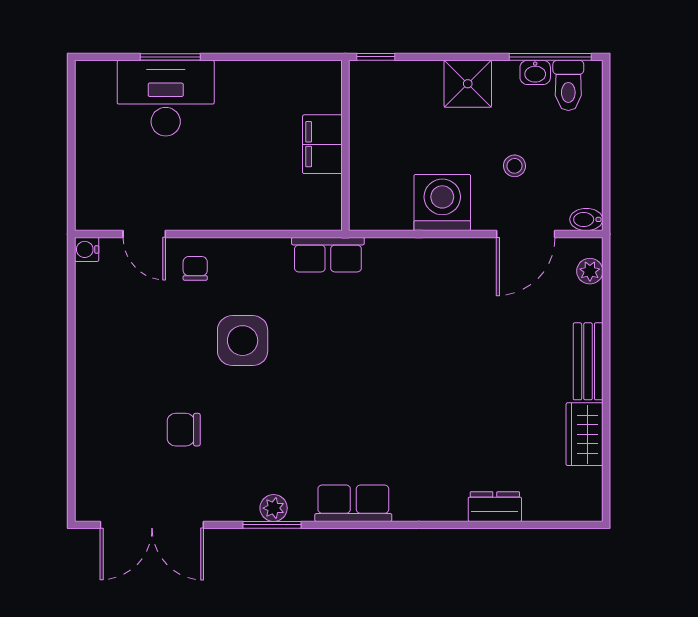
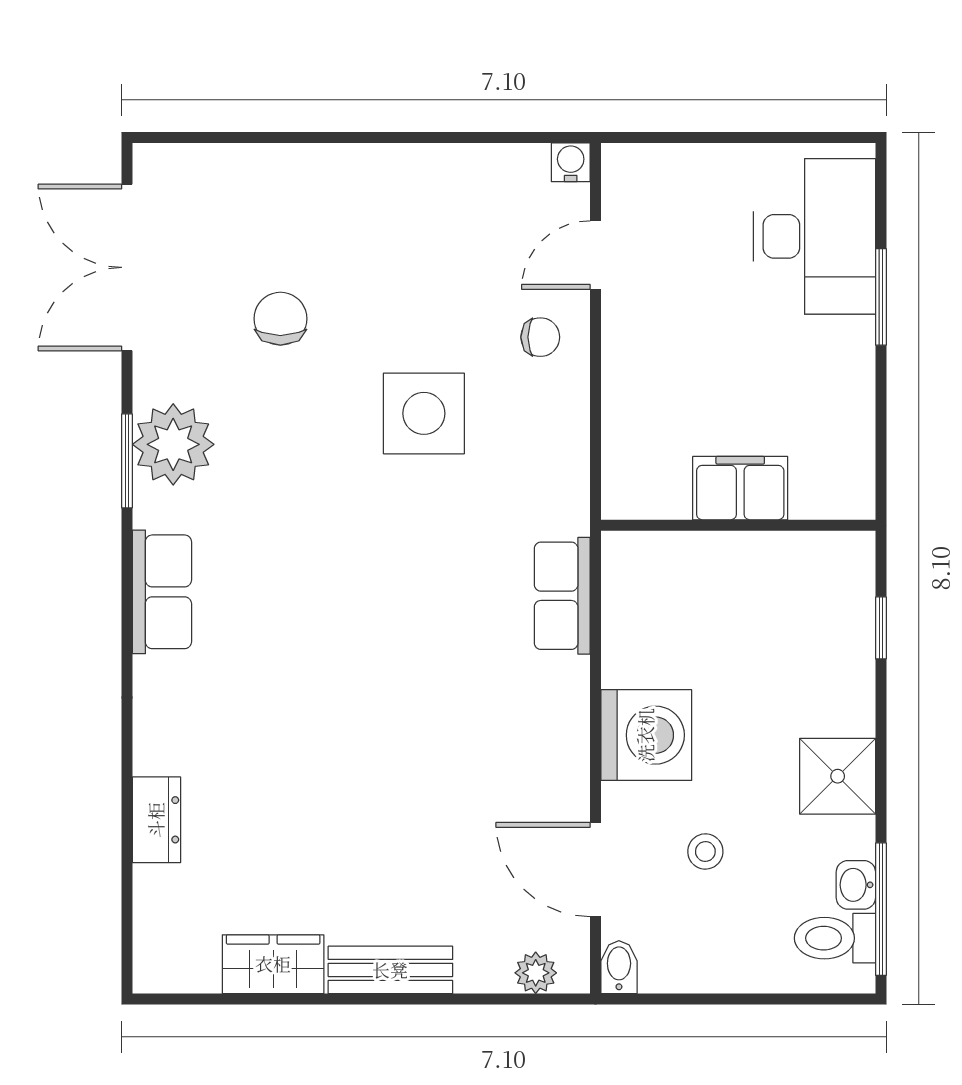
desk: (166, 98) -> (814, 236), moved
filing cabinet: (322, 144) -> (740, 488), moved
wall: (345, 145) -> (738, 525), moved
row of seats: (328, 255) -> (562, 596), moved
plant: (274, 508) -> (173, 444), width x1.87, depth x1.87

